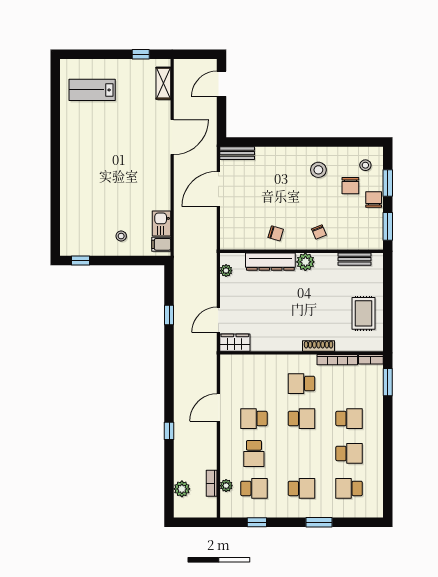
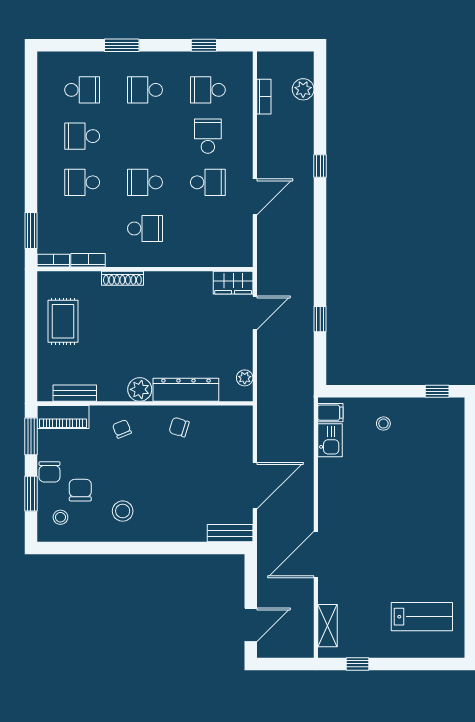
piano: (364, 241) -> (63, 417), added
bookcase: (337, 360) -> (88, 260), width x0.64
plant: (226, 486) -> (245, 94), removed

